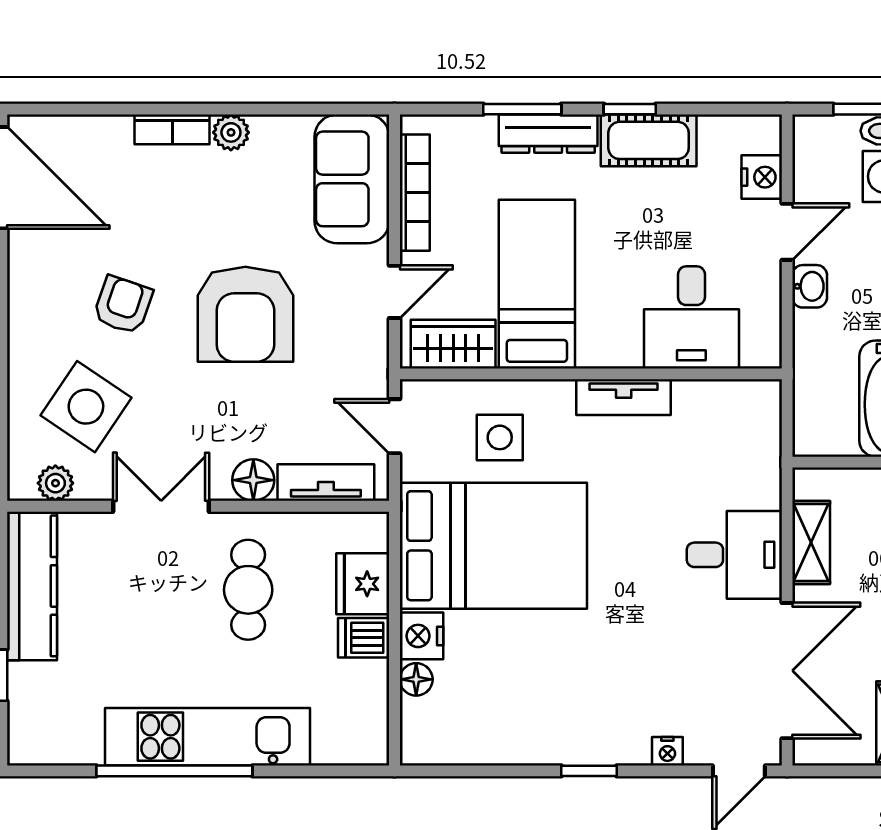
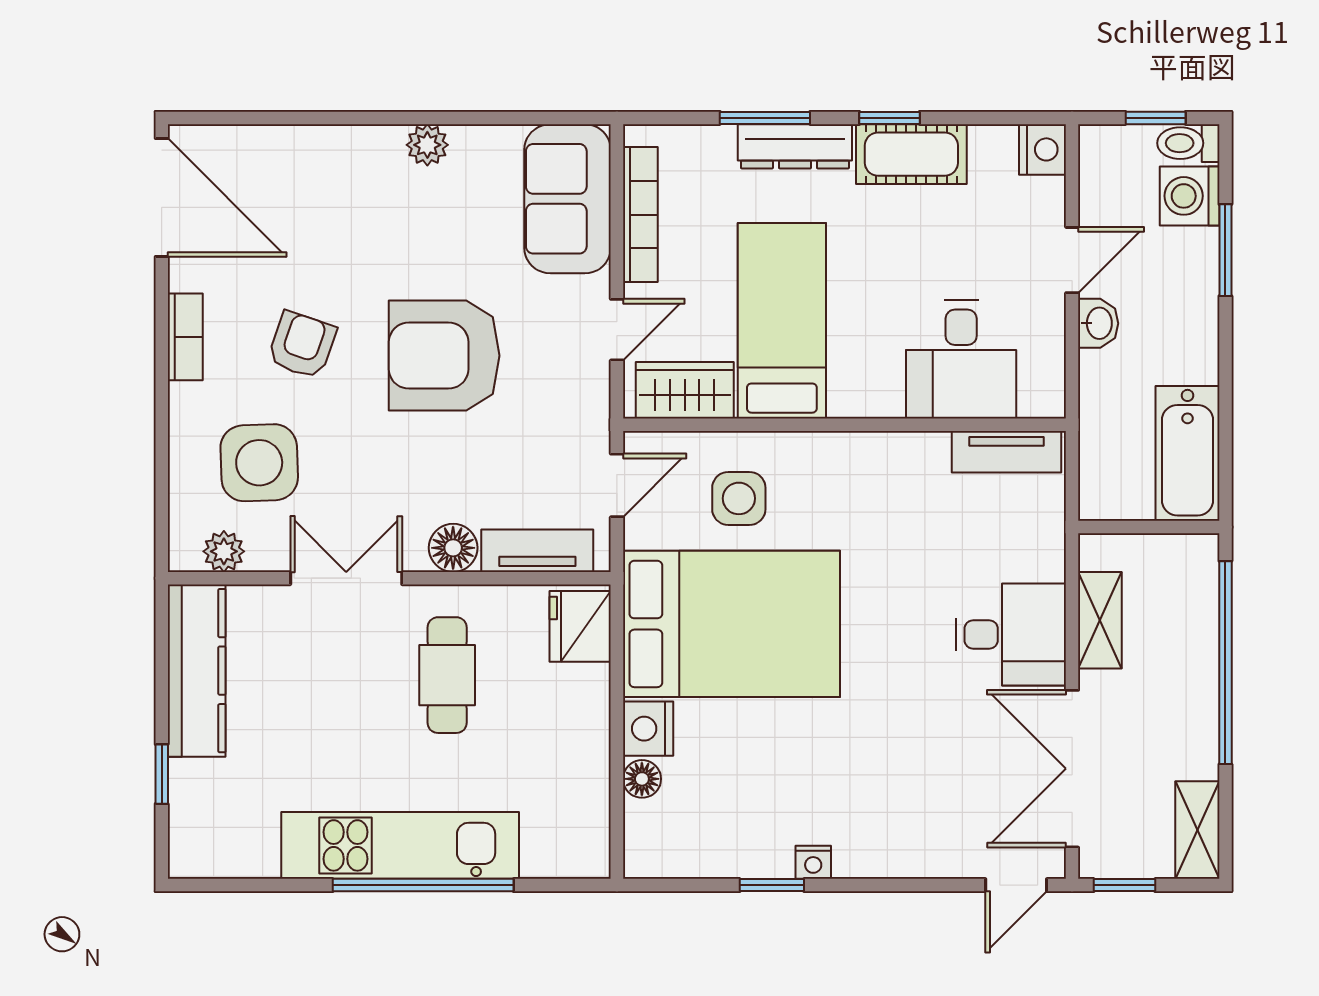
bookcase: (172, 129) -> (185, 337), moved, turned -90
nightstand: (762, 177) -> (1043, 149), moved
armchair: (245, 314) -> (444, 356), turned 90
tv unit: (624, 397) -> (1007, 452), moved
side table: (86, 407) -> (259, 463), turned -36
door: (395, 426) -> (617, 485), swing flipped
fridge: (363, 584) -> (580, 626), moved
dishwasher: (364, 638) -> (581, 731), removed
double door: (787, 671) -> (1072, 769), swing flipped
nightstand: (667, 751) -> (813, 862), moved
window: (174, 771) -> (423, 885), moved
window: (589, 771) -> (772, 885), moved
window: (832, 771) -> (1124, 885), added

